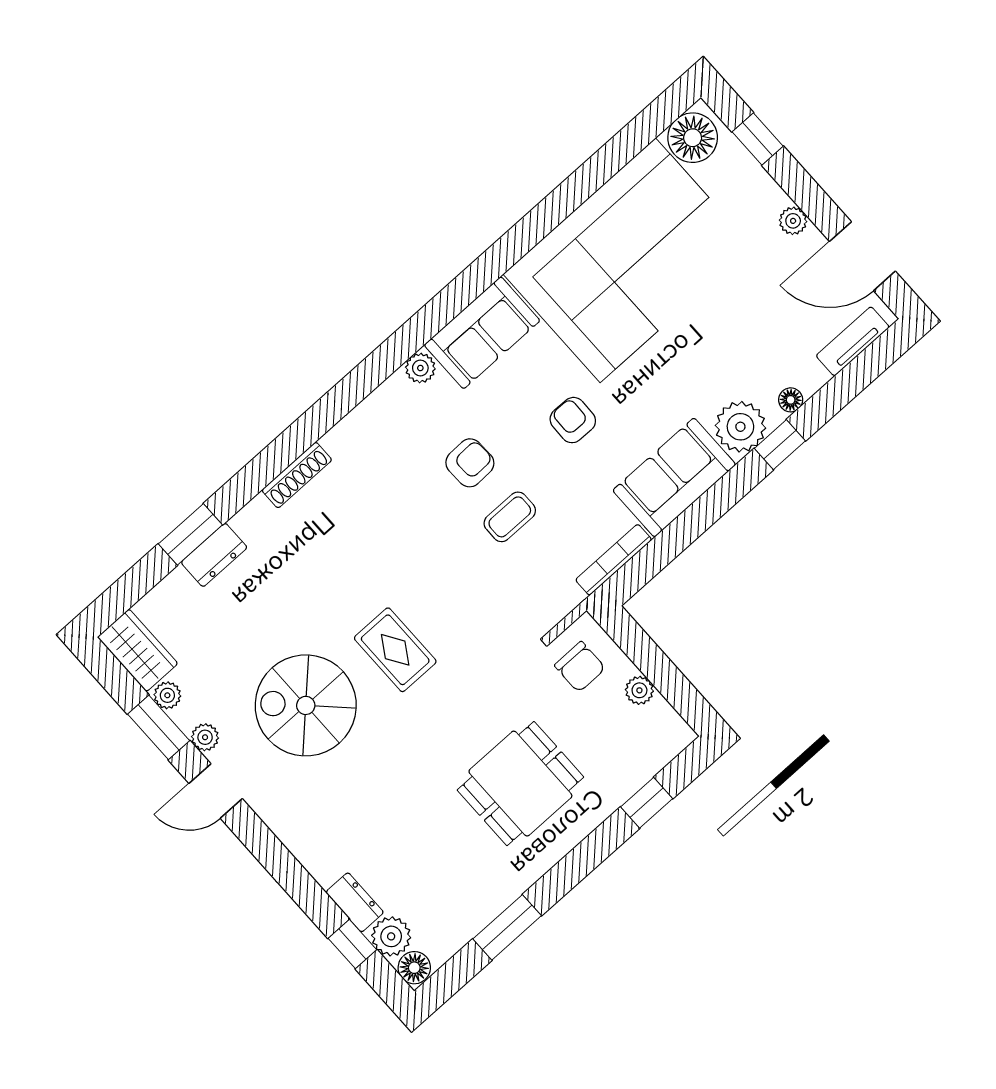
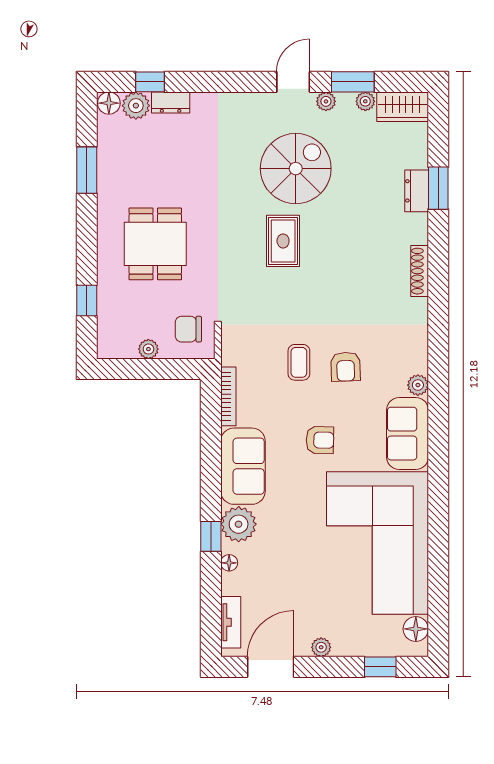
floor lamp: (693, 138) -> (416, 629), width x0.73, depth x0.73
rug: (395, 650) -> (283, 241), turned 90

